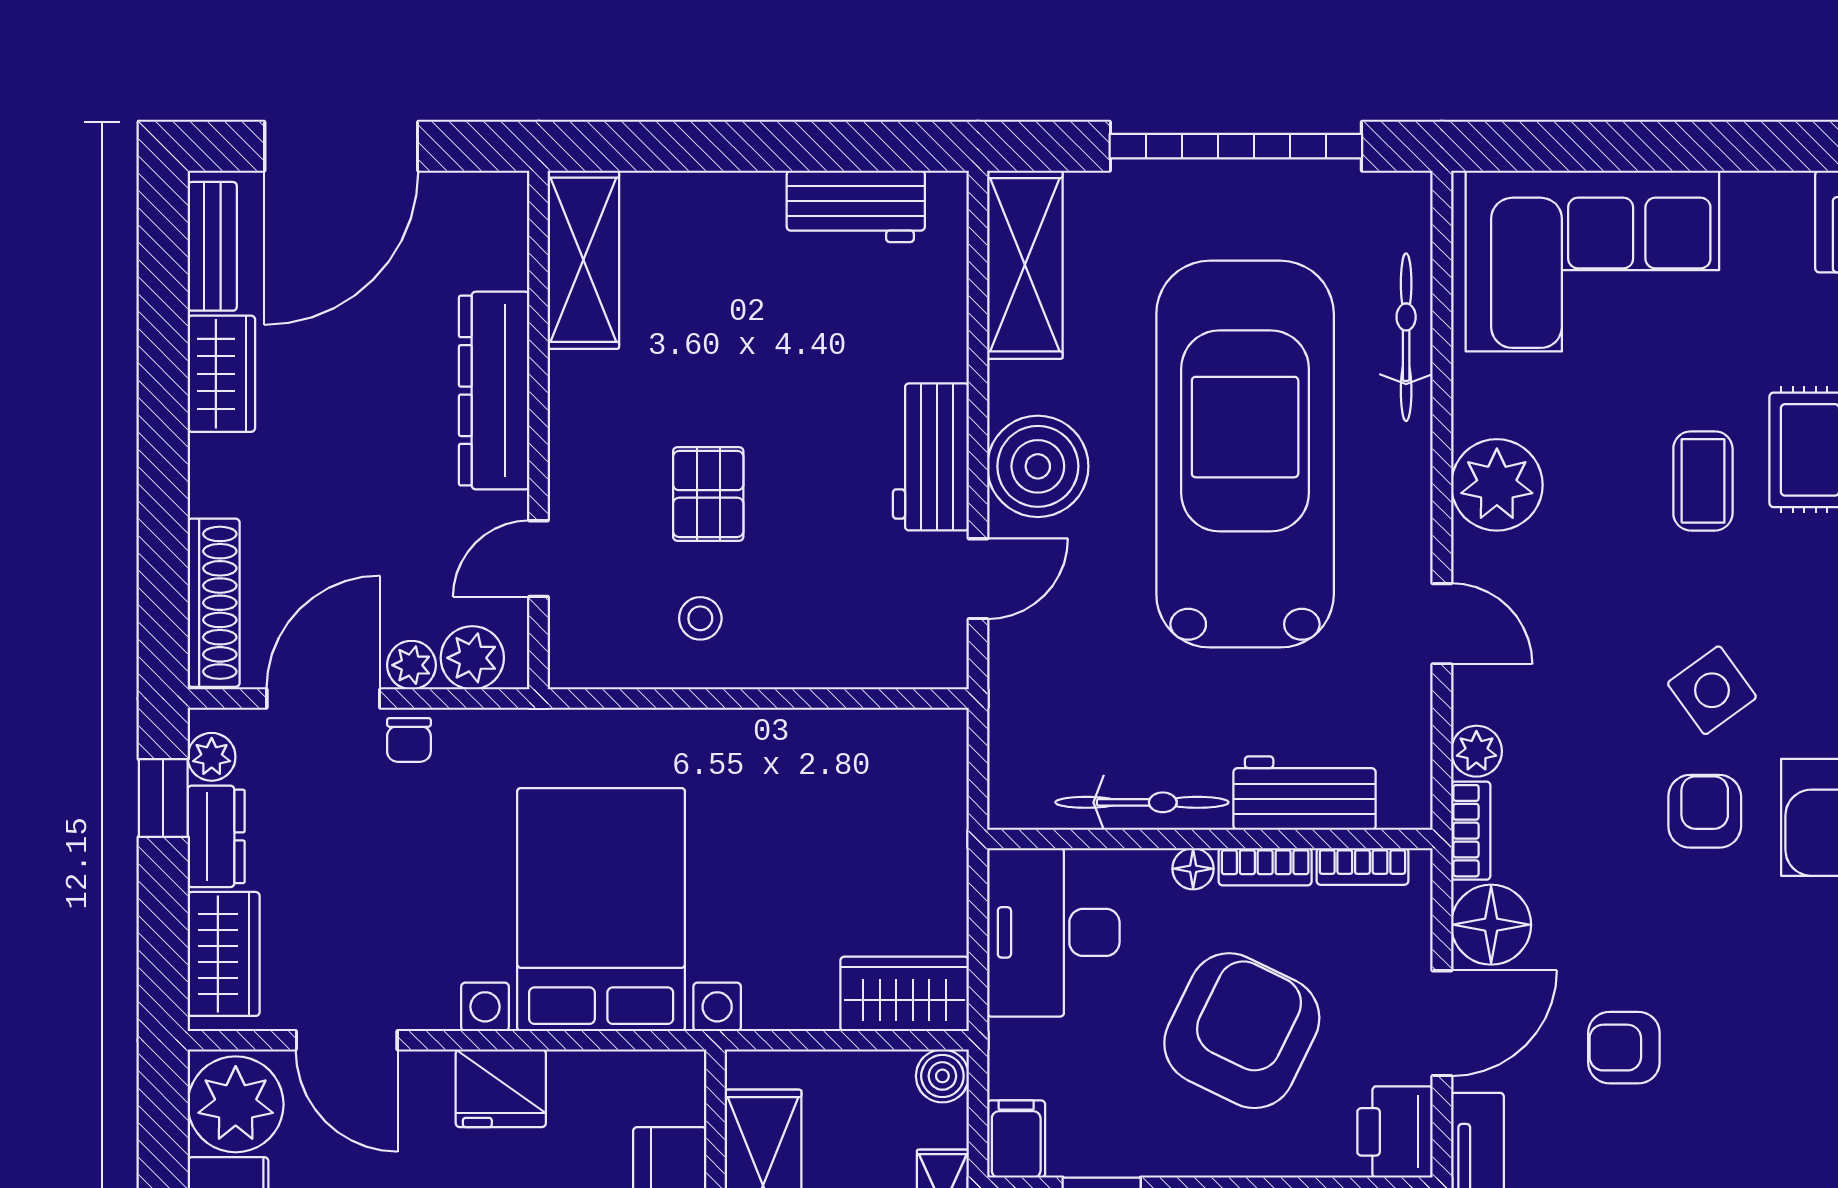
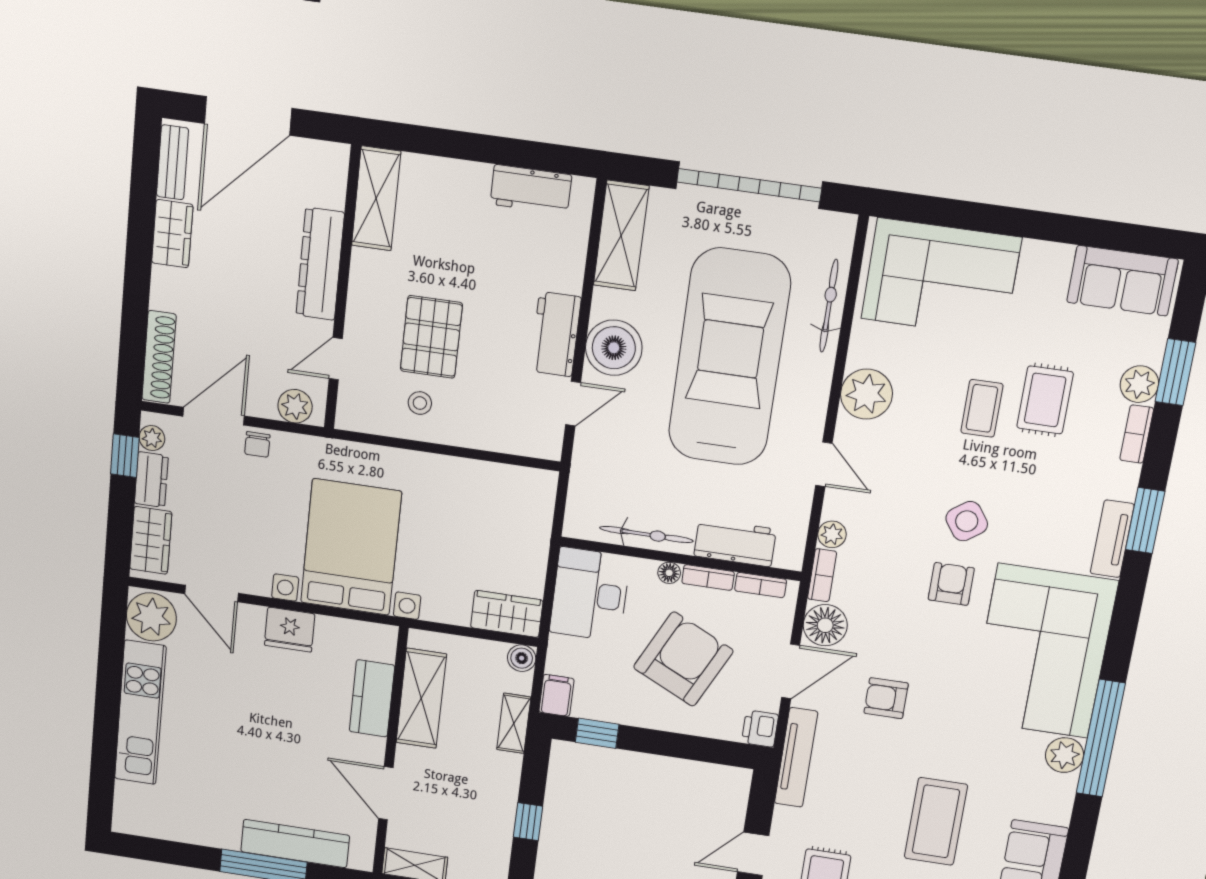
pallet: (708, 494) -> (431, 337), width x1.50, depth x1.42
plant: (411, 665) -> (262, 405), removed
printer: (1395, 1132) -> (760, 729), width x0.73, depth x0.81

